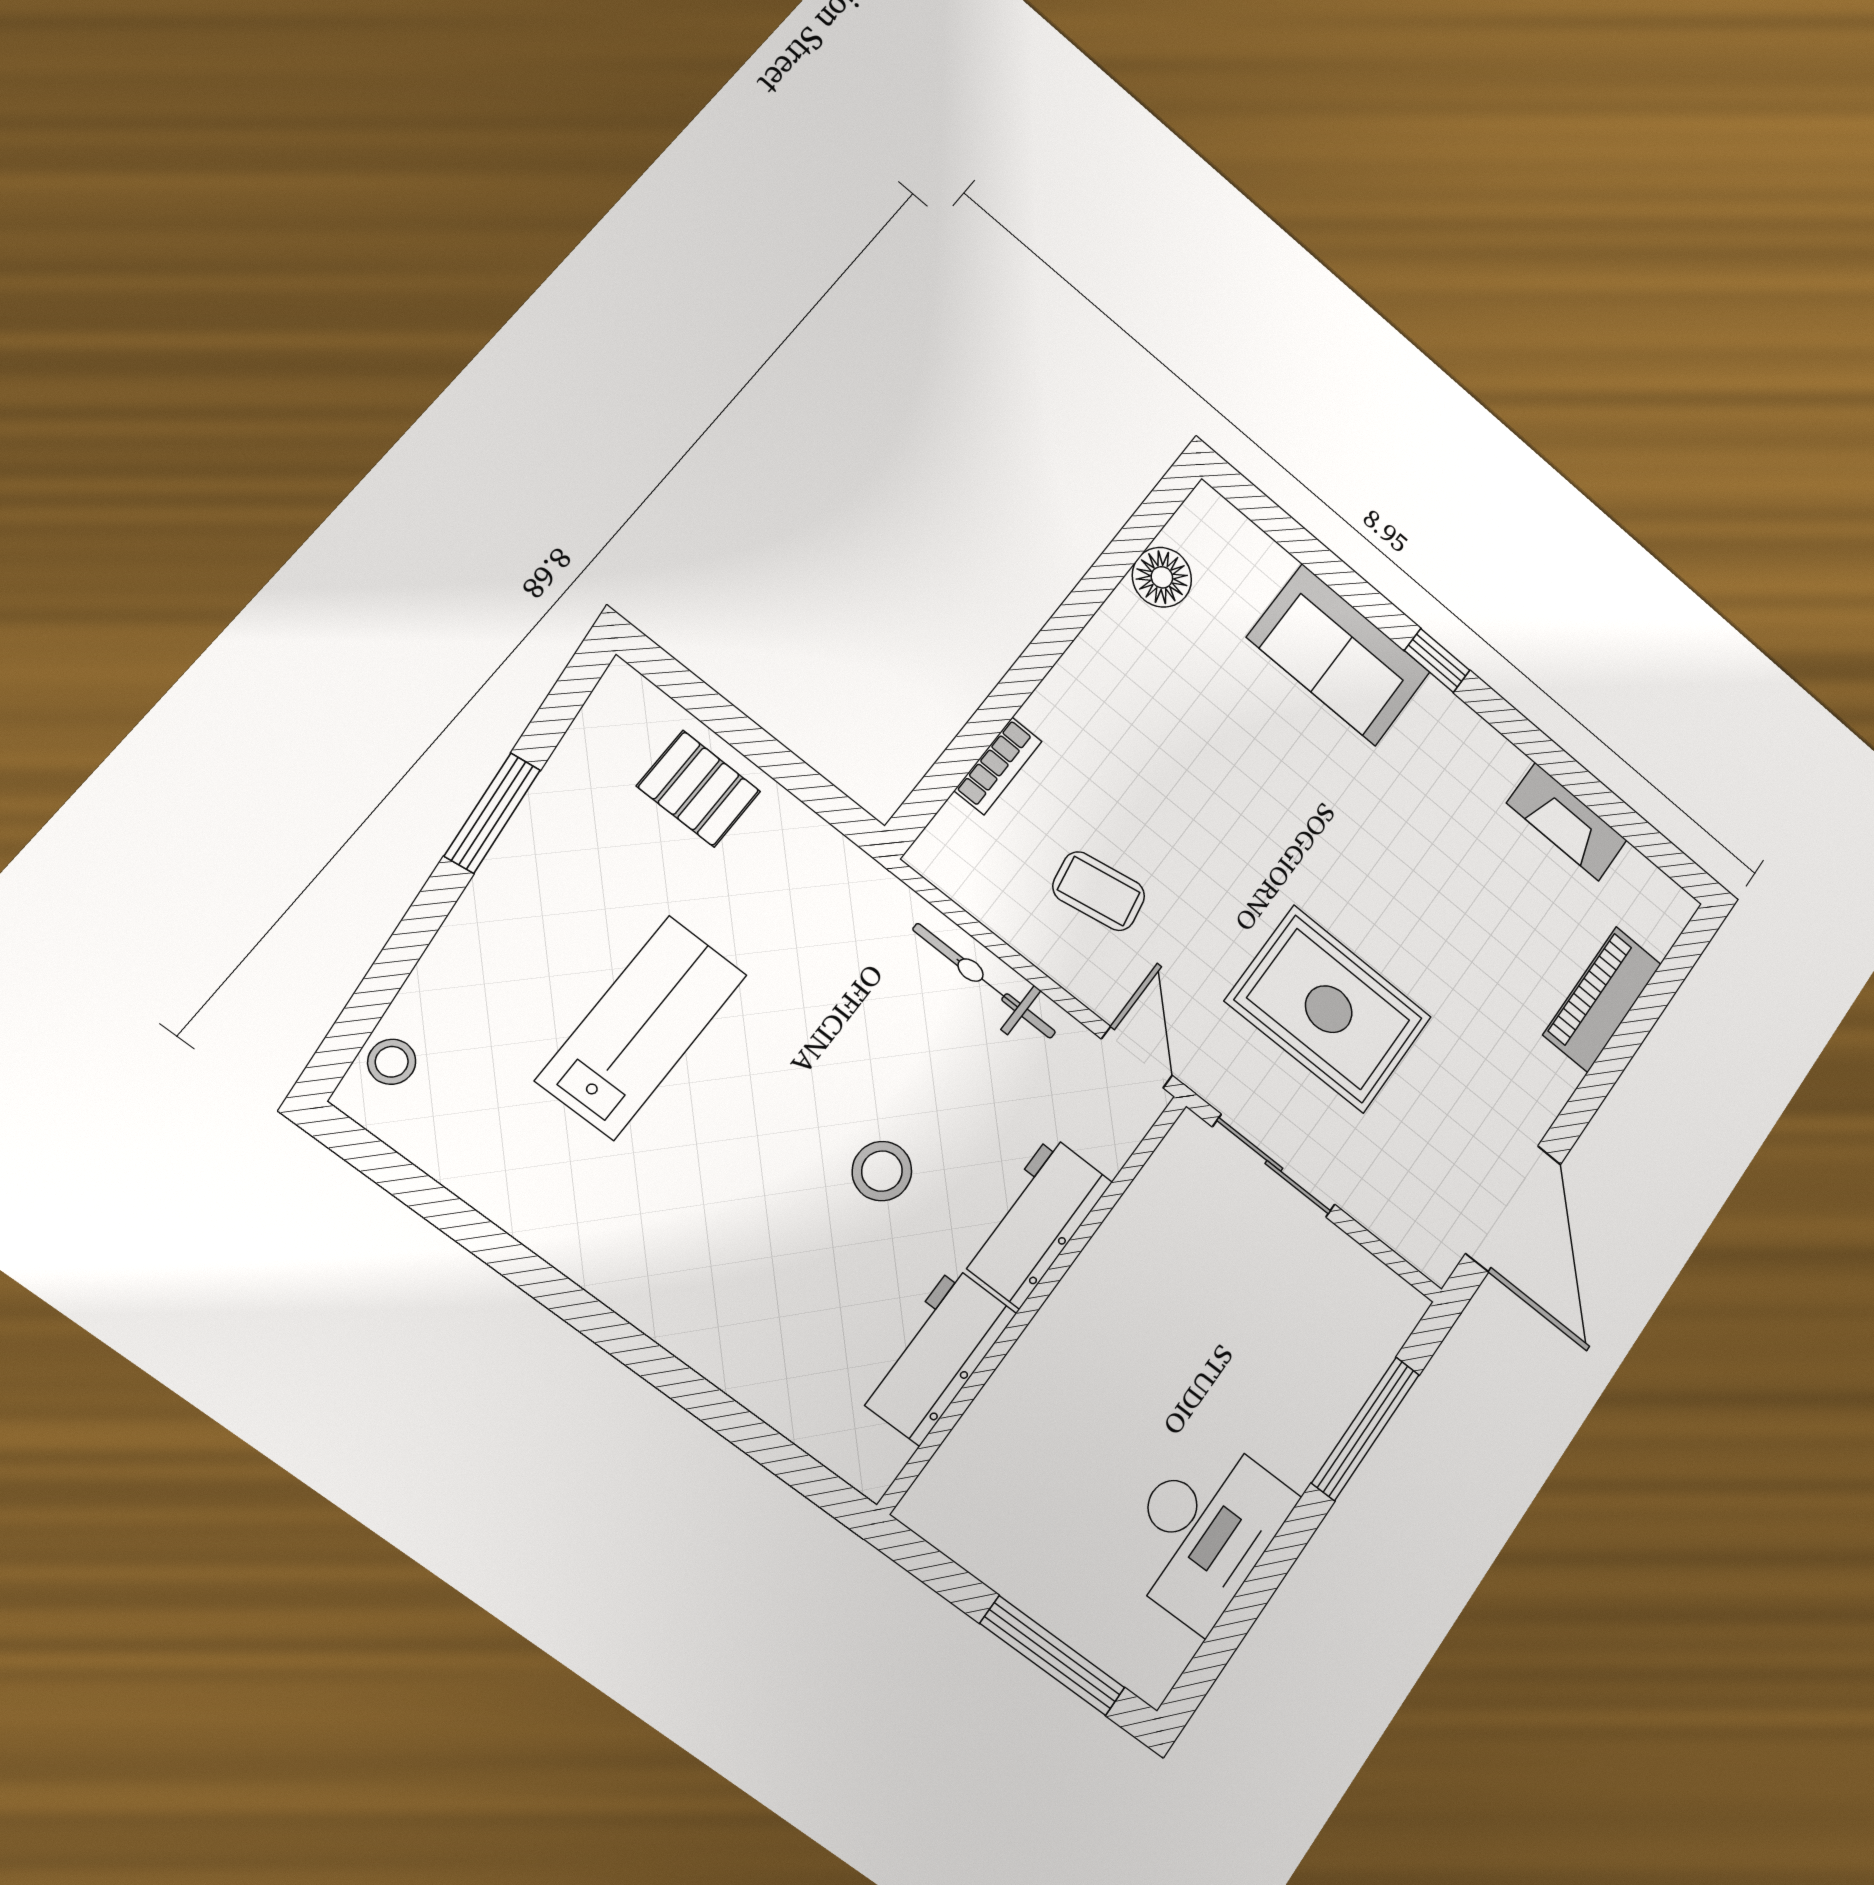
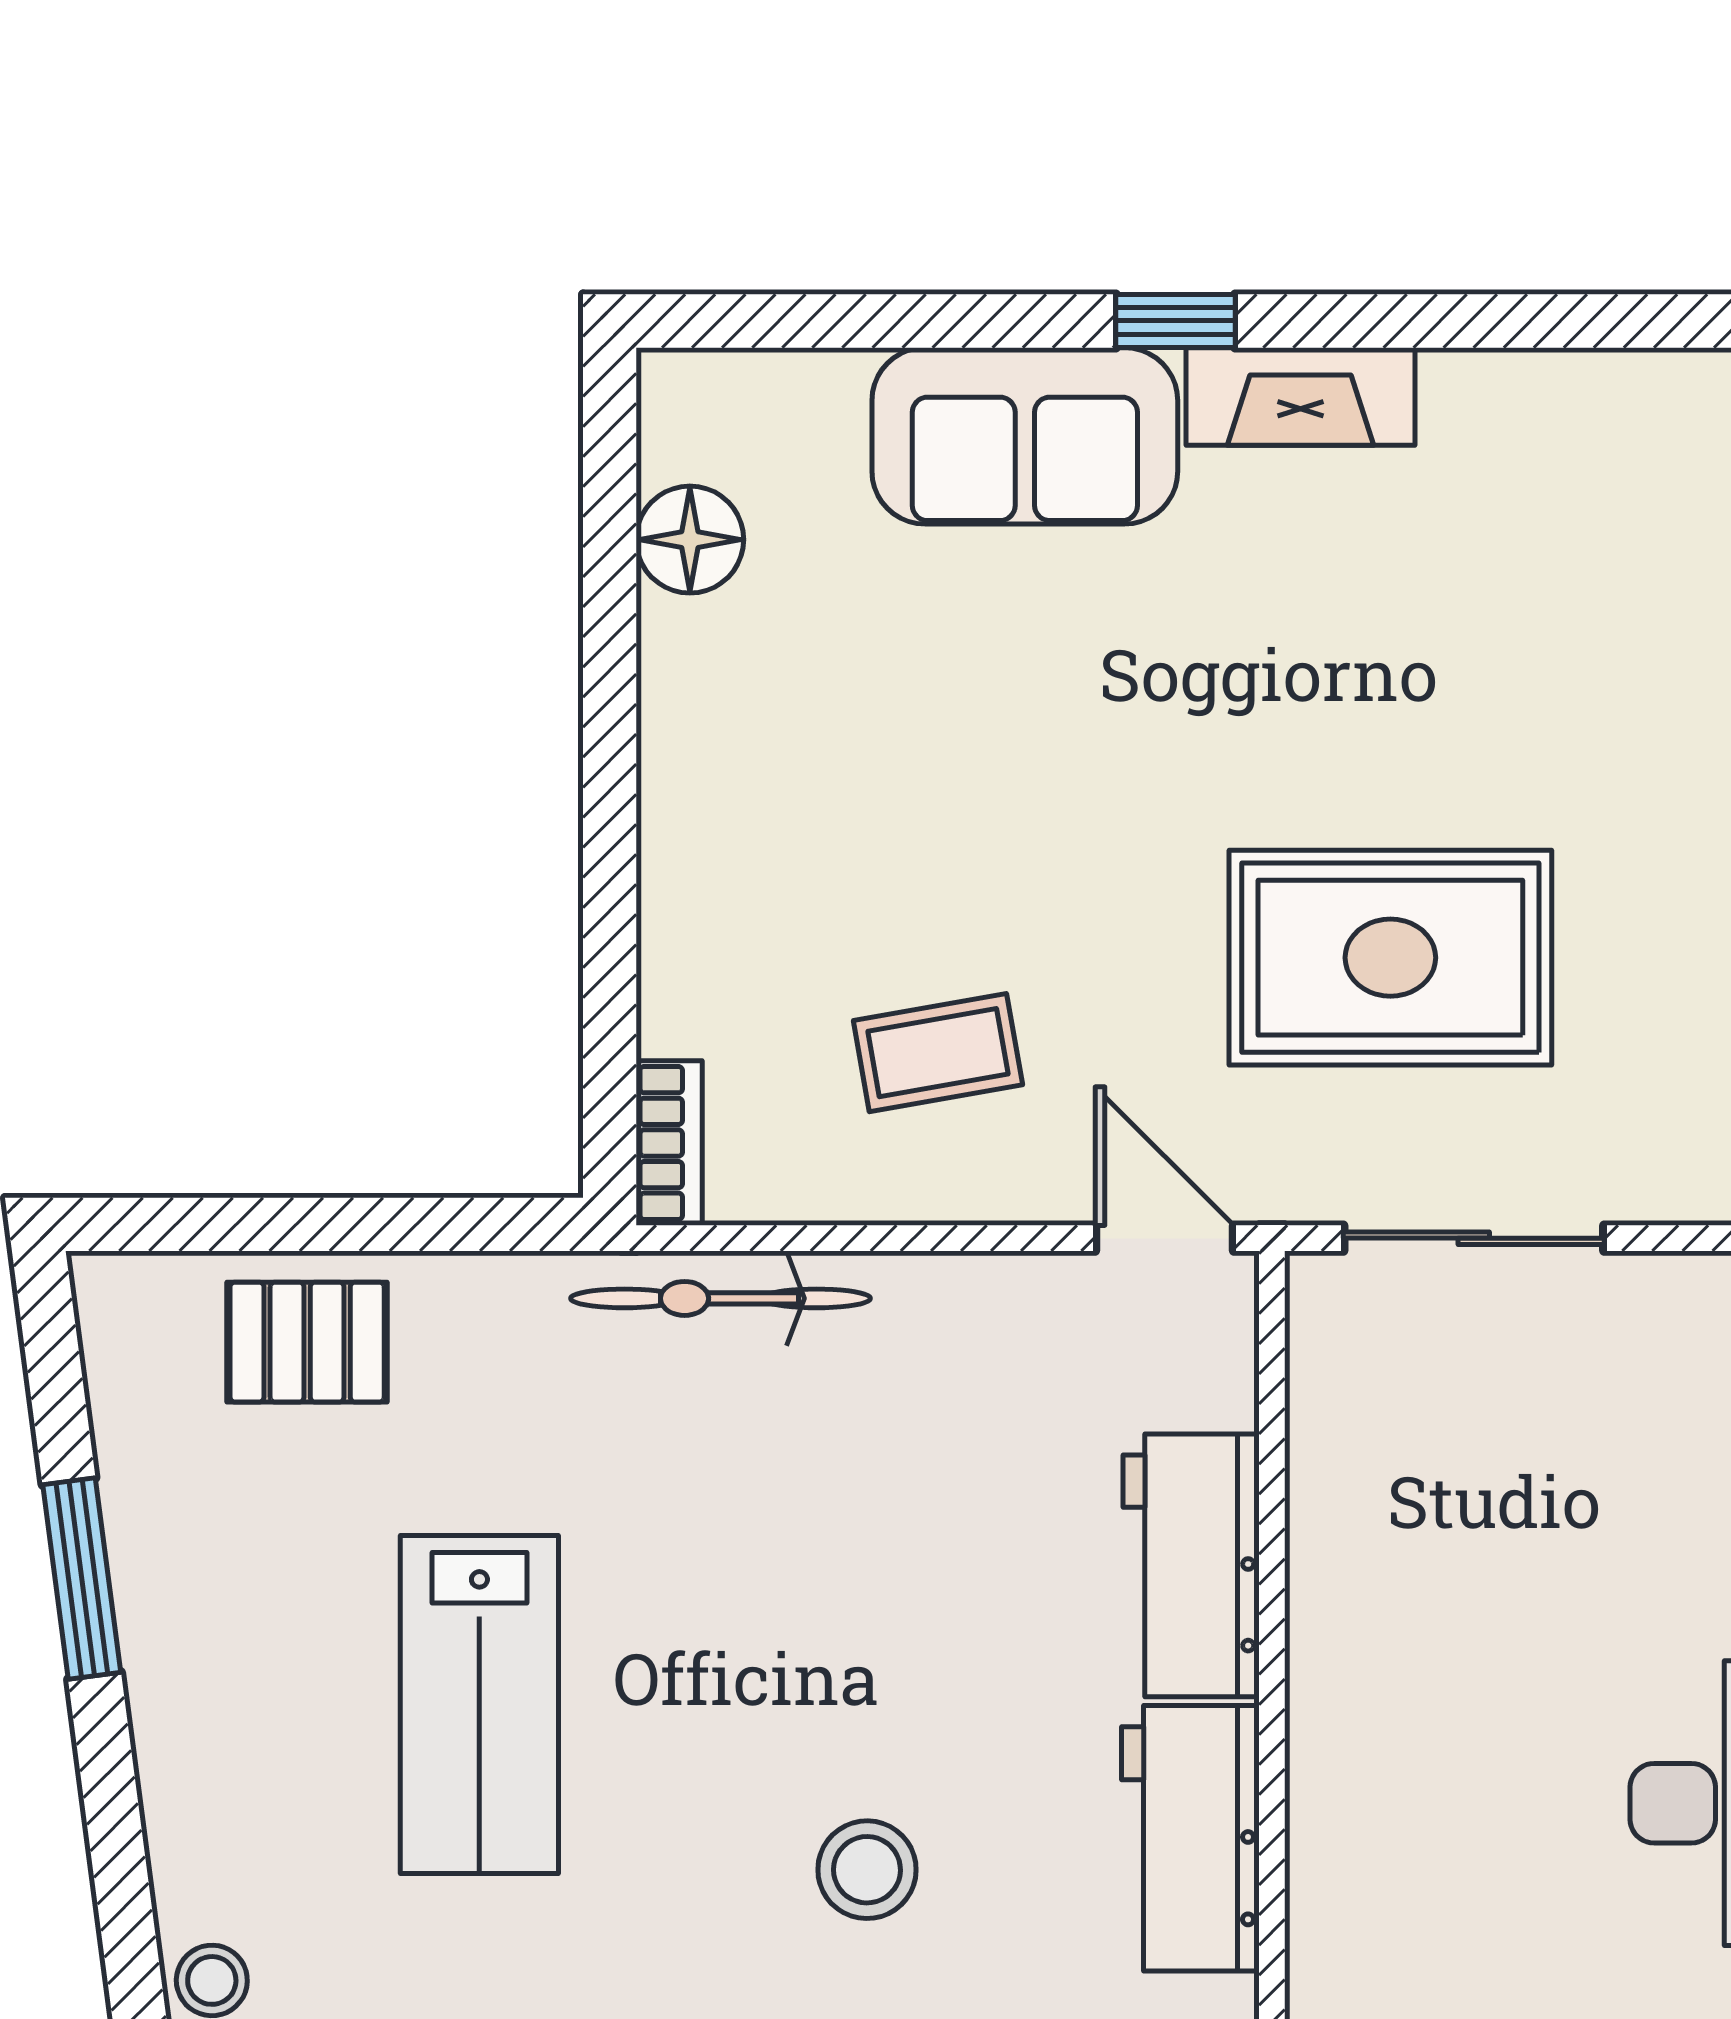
bookcase: (998, 766) -> (669, 1143), moved
fireplace: (1567, 822) -> (1300, 396), moved
bicycle: (984, 981) -> (721, 1298), moved
lab bench: (642, 1027) -> (479, 1705), turned 180
stool: (882, 1171) -> (867, 1870), moved

